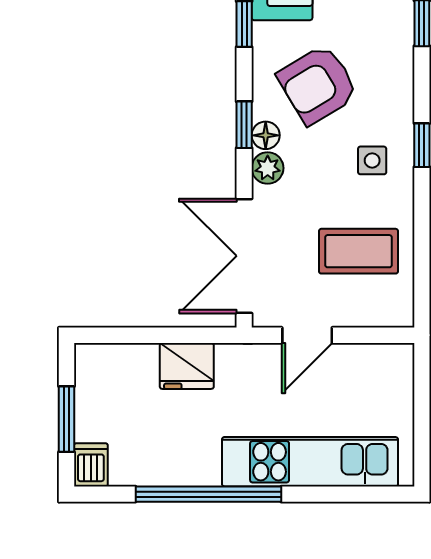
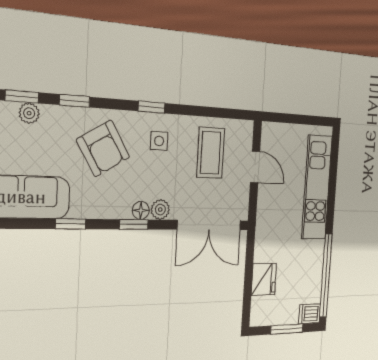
armchair: (318, 85) -> (103, 148), moved
door: (307, 335) -> (255, 167), moved
fridge: (187, 366) -> (264, 279), moved
window: (208, 494) -> (326, 276), moved

